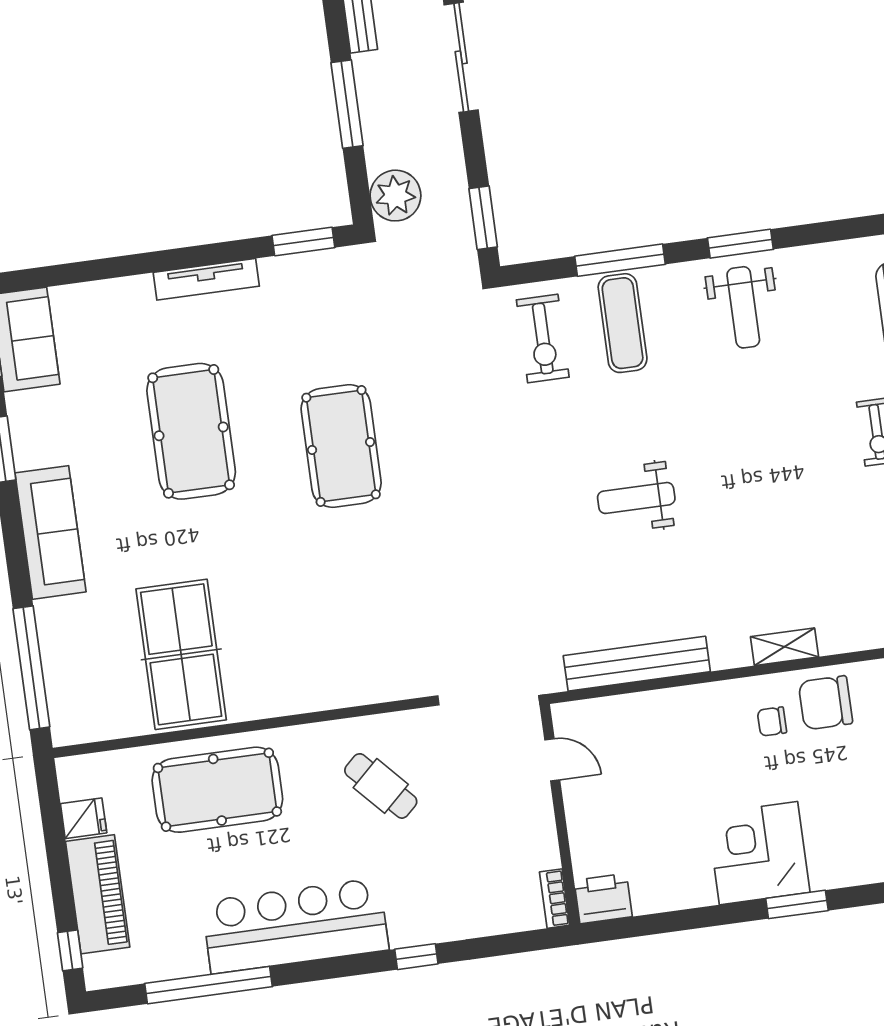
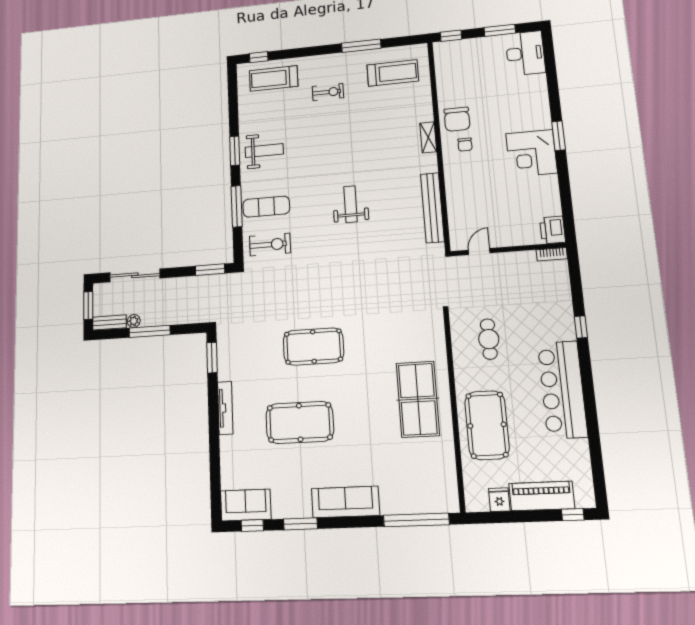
plant: (395, 196) -> (134, 321), moved, width x0.53, depth x0.53
weight bench: (636, 498) -> (351, 204), turned 180
table tennis table: (181, 654) -> (418, 399), moved, turned 90
cafe table: (381, 786) -> (489, 339), turned -47
window: (209, 985) -> (594, 439), removed

